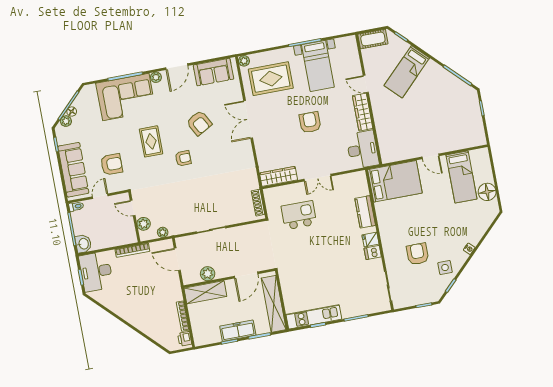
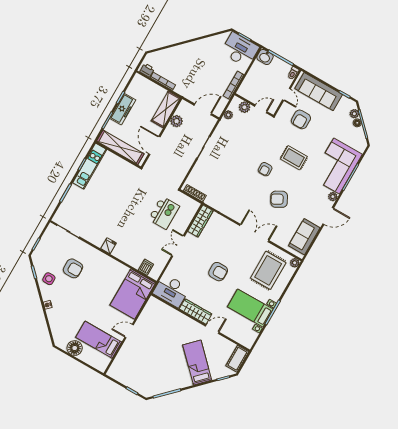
door: (177, 67) -> (328, 216), swing flipped
kitchen counter: (365, 212) -> (129, 258), removed
dishwasher: (373, 253) -> (146, 267), moved

